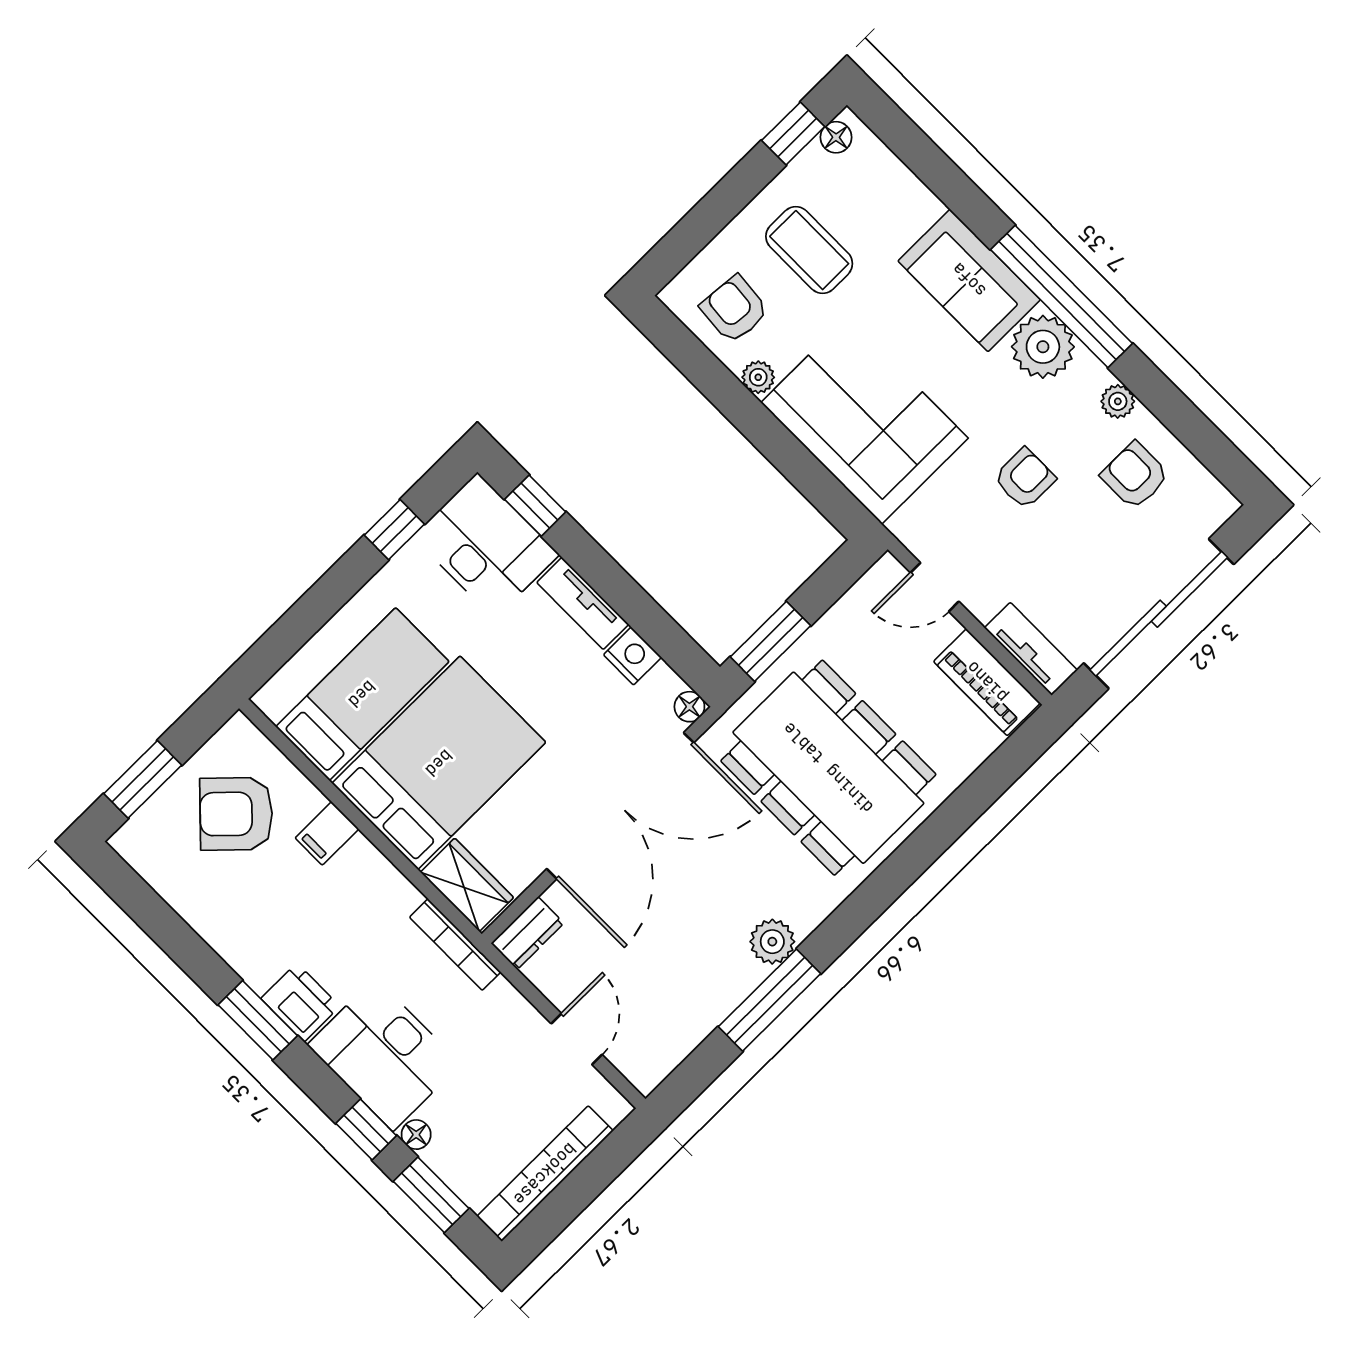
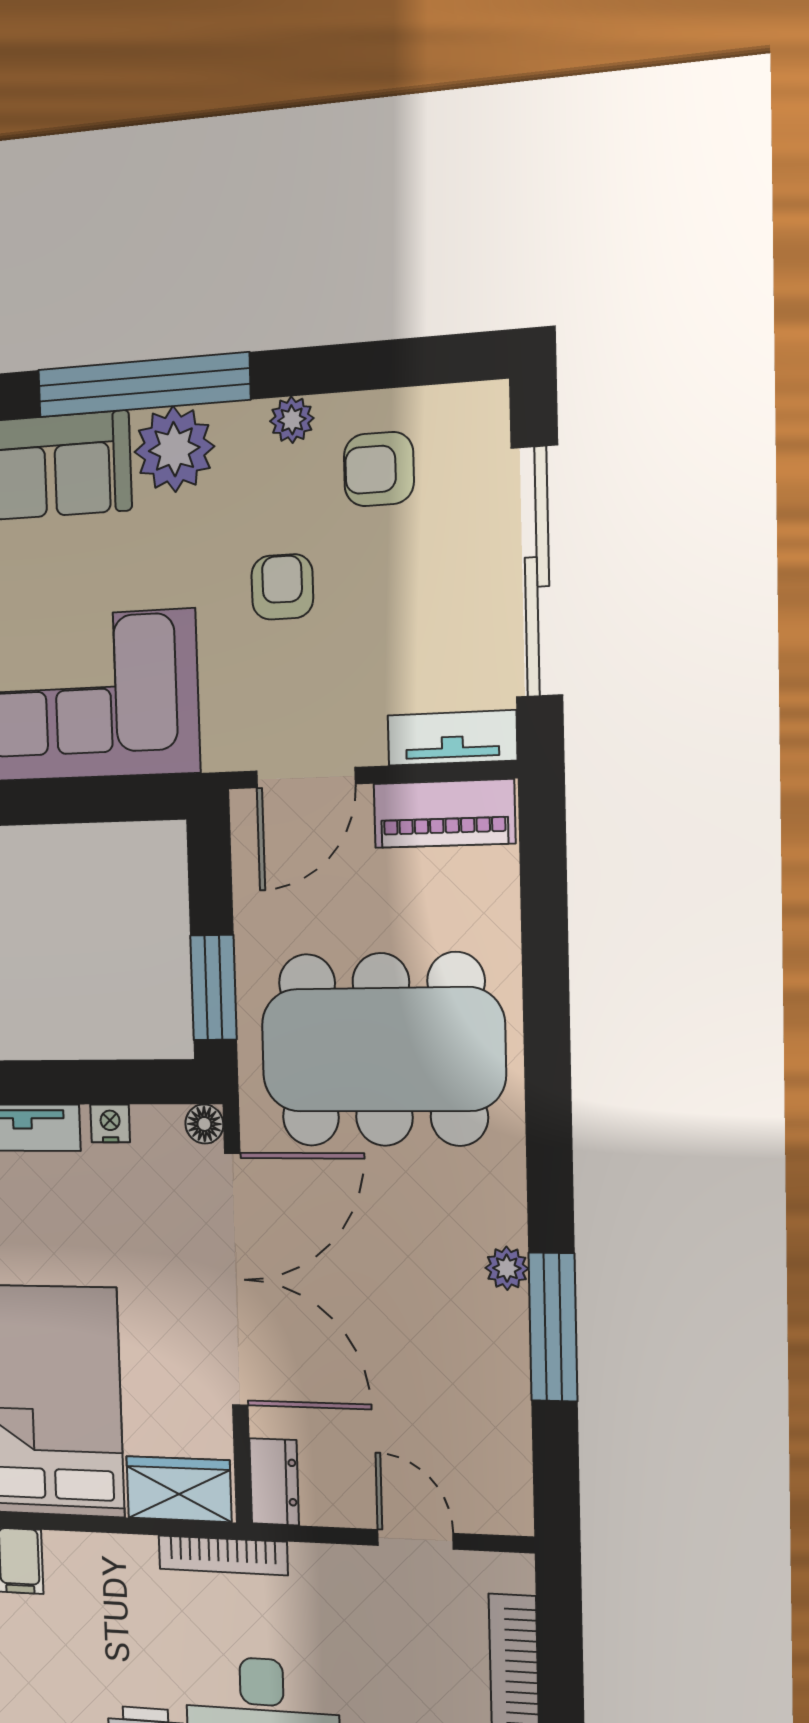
door: (935, 587) -> (306, 778), width x1.38
nightstand: (632, 656) -> (110, 1123), width x0.72, depth x0.74
plant: (772, 942) -> (507, 1268), width x0.73, depth x0.73

